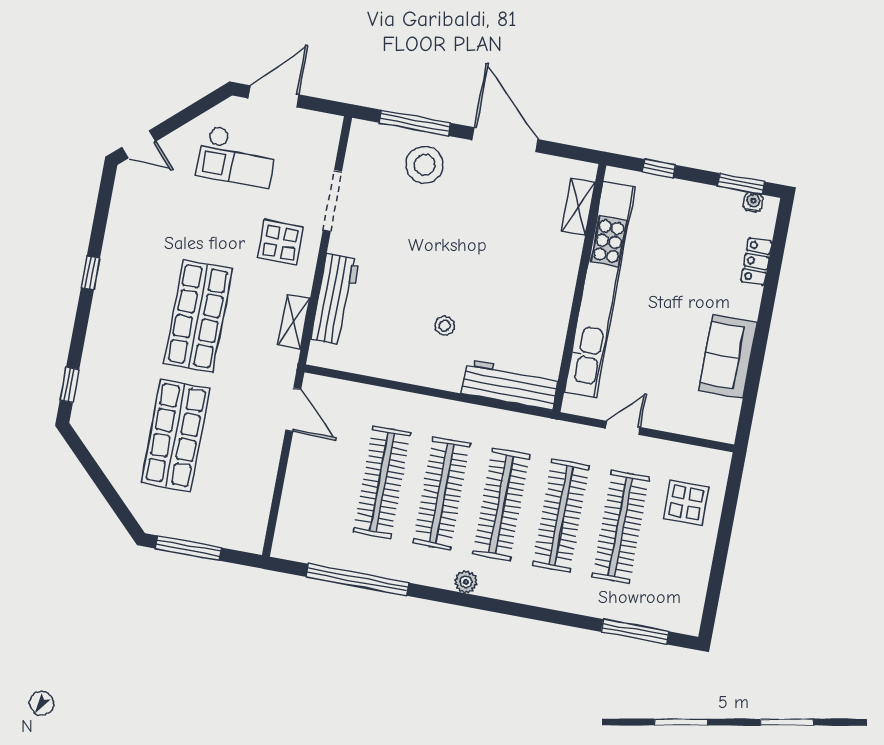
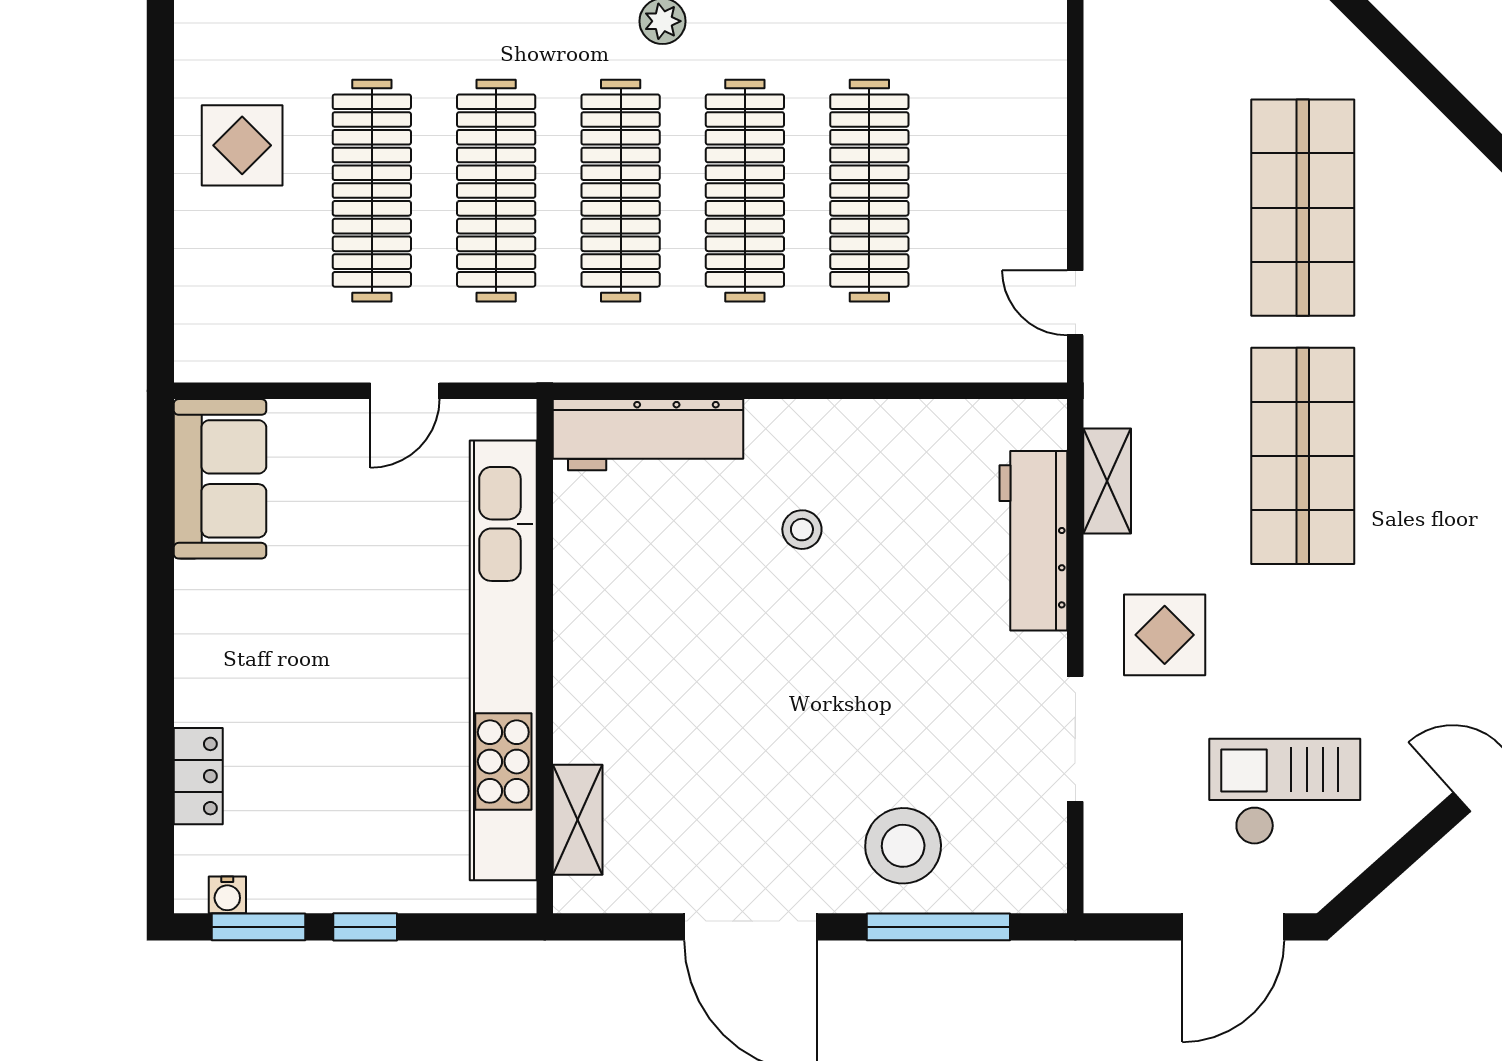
window: (659, 169) -> (365, 927), moved
sofa: (728, 356) -> (220, 479), moved
door: (293, 410) -> (1075, 303), width x0.73
display table: (686, 503) -> (242, 145), moved

